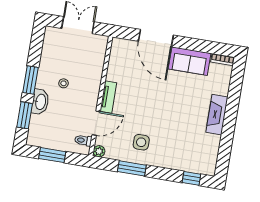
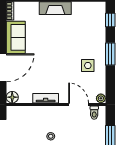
floor lamp: (118, 45) -> (12, 97), added
tv unit: (108, 97) -> (46, 98), moved
window: (132, 168) -> (110, 54), moved

